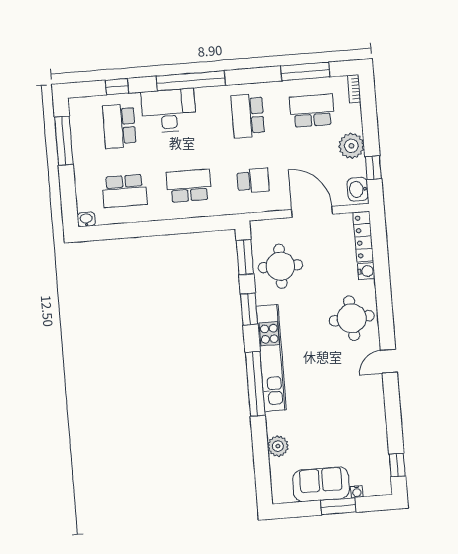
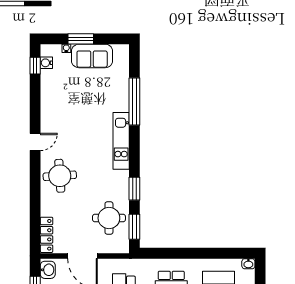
water cooler: (366, 271) -> (46, 63), moved
kitchen unit: (271, 358) -> (121, 141), width x0.73
window: (255, 384) -> (134, 102), moved
plant: (278, 446) -> (121, 86), removed

